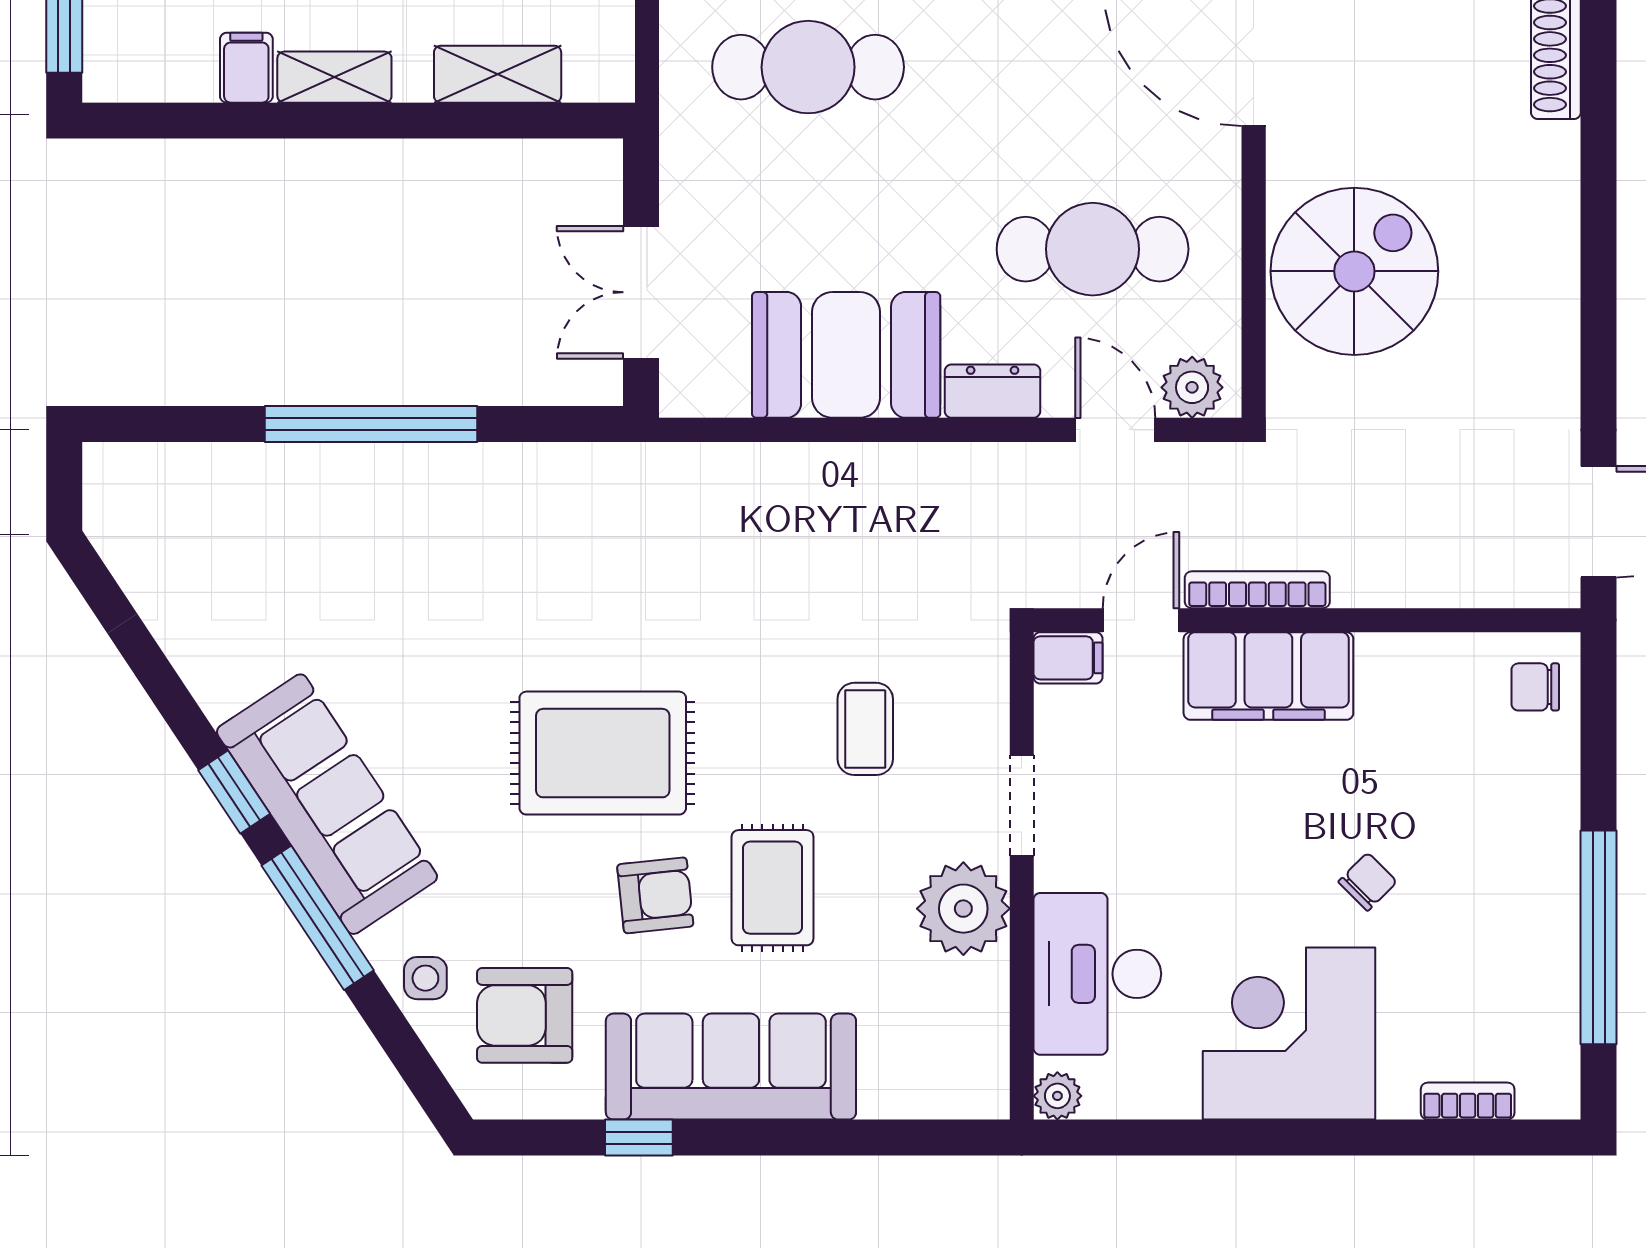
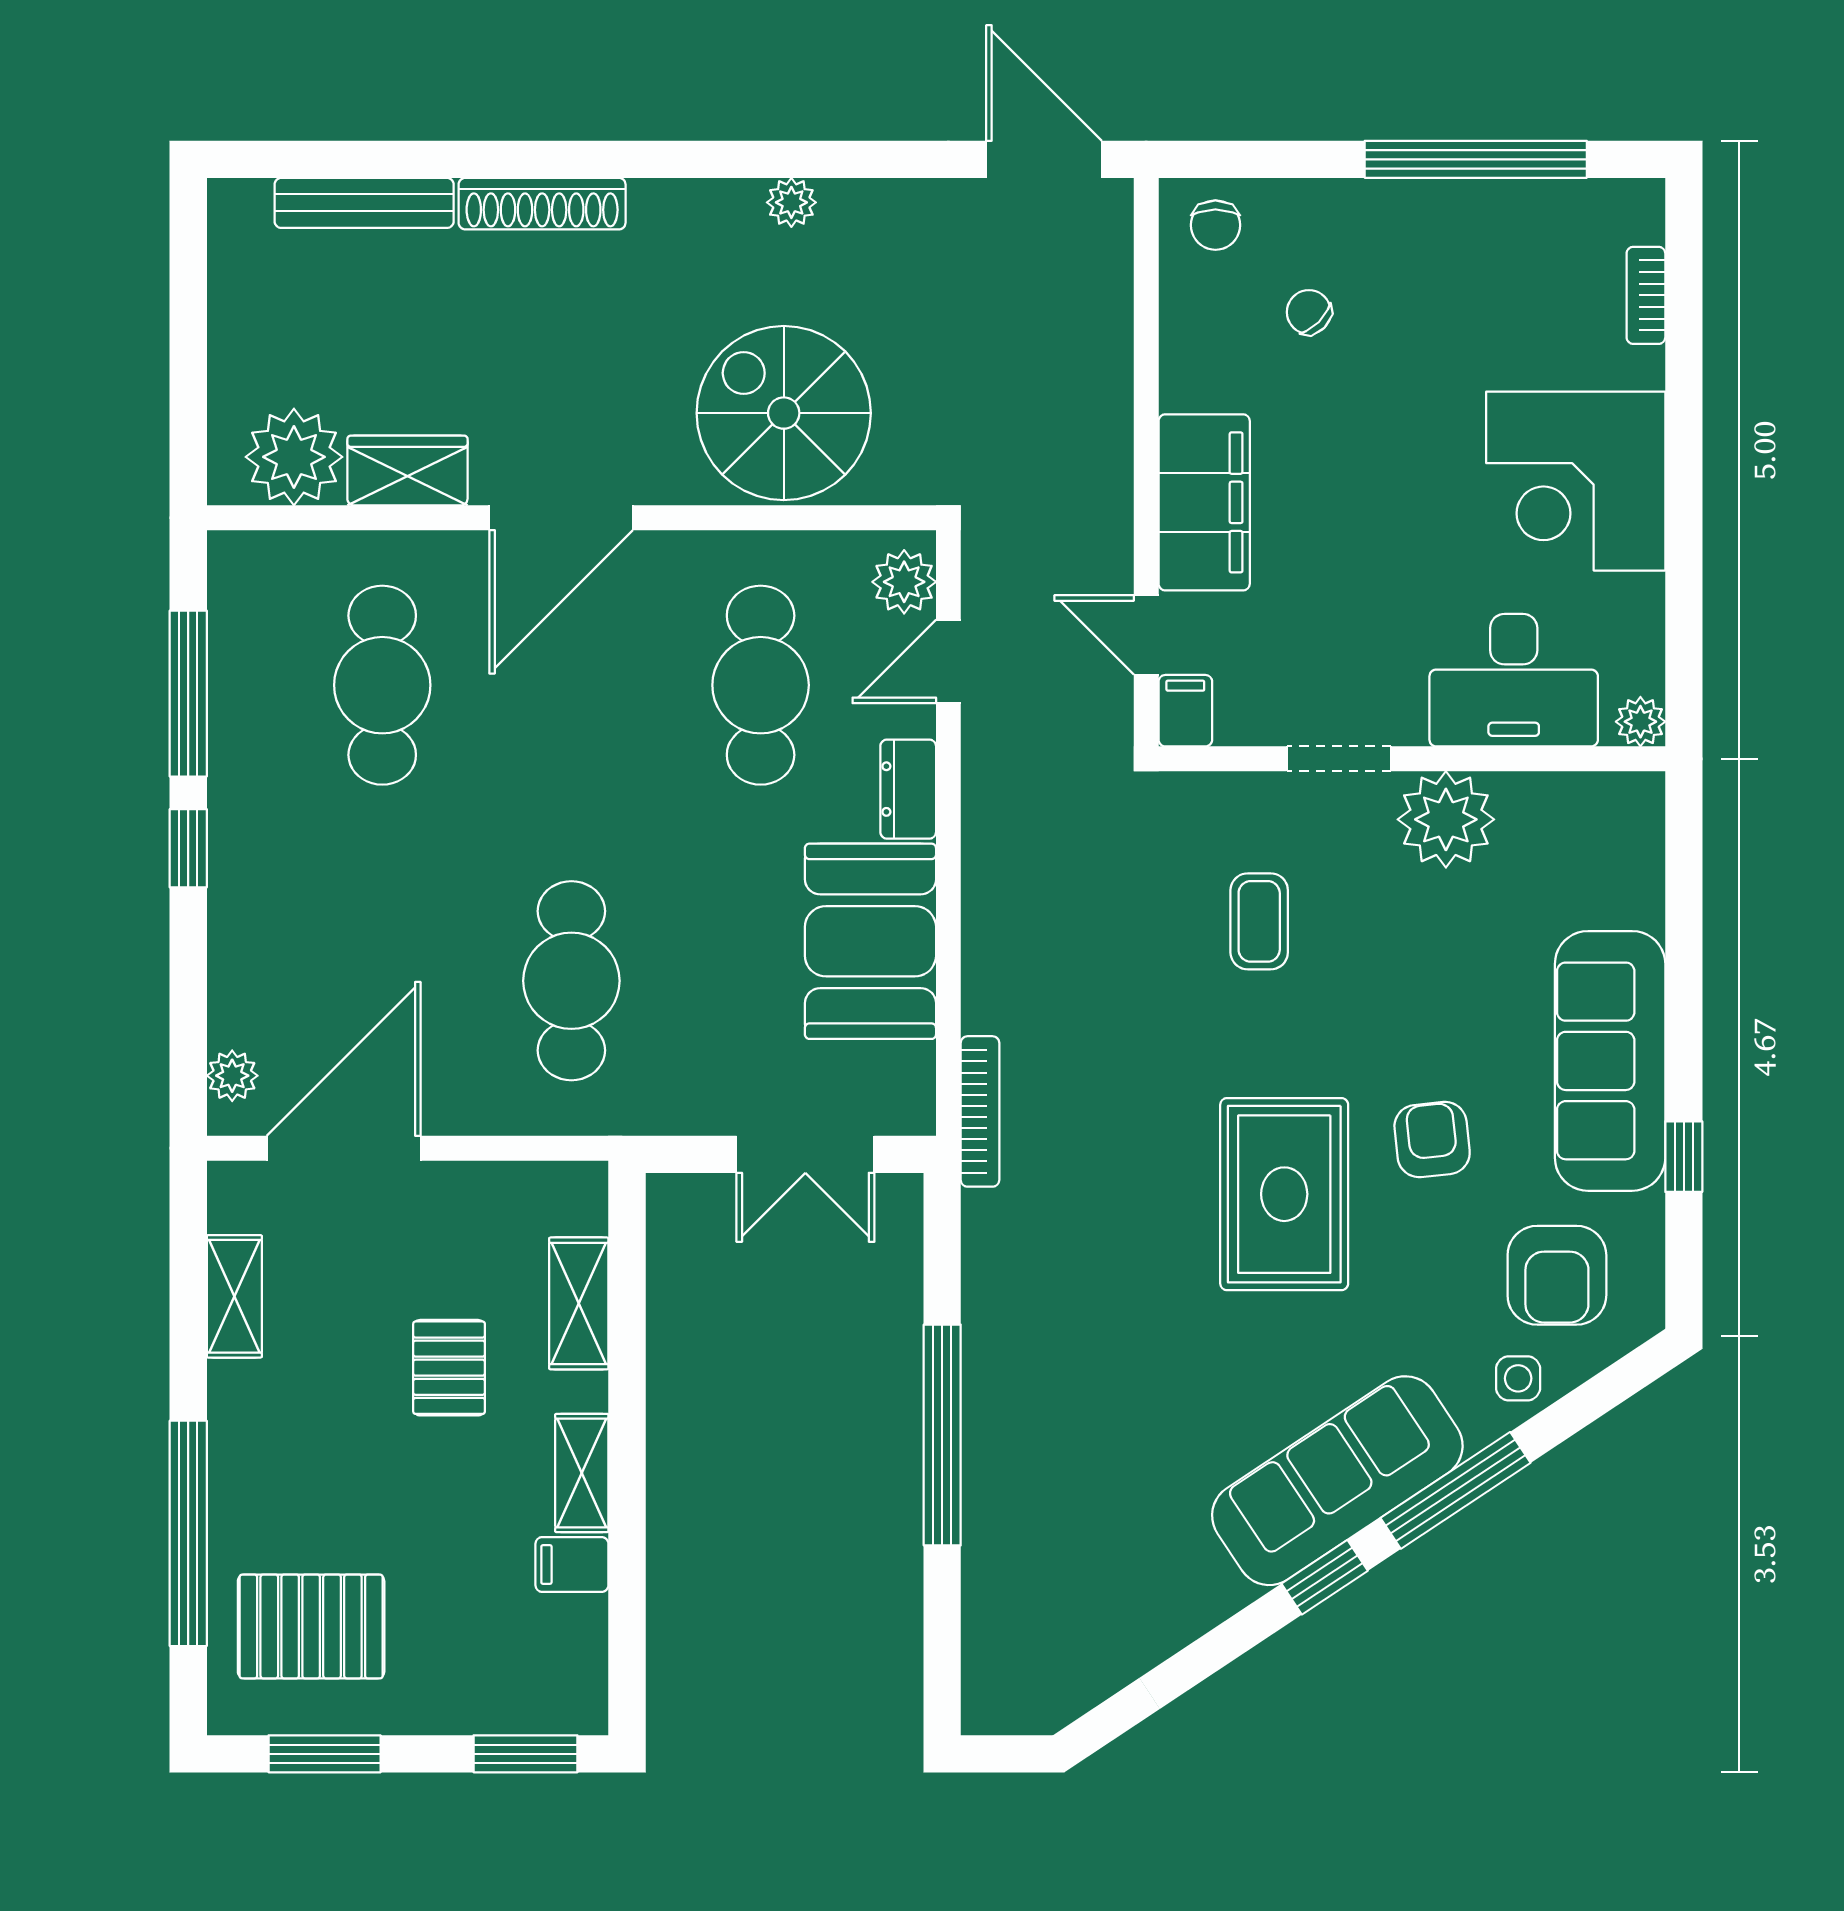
plant: (1557, 279) -> (791, 202), added
bookcase: (1257, 590) -> (980, 1111), moved, turned 180
coffee table: (865, 729) -> (1259, 921), turned 90
chair: (1368, 882) -> (1309, 312), moved
rug: (773, 888) -> (1424, 1018), removed

